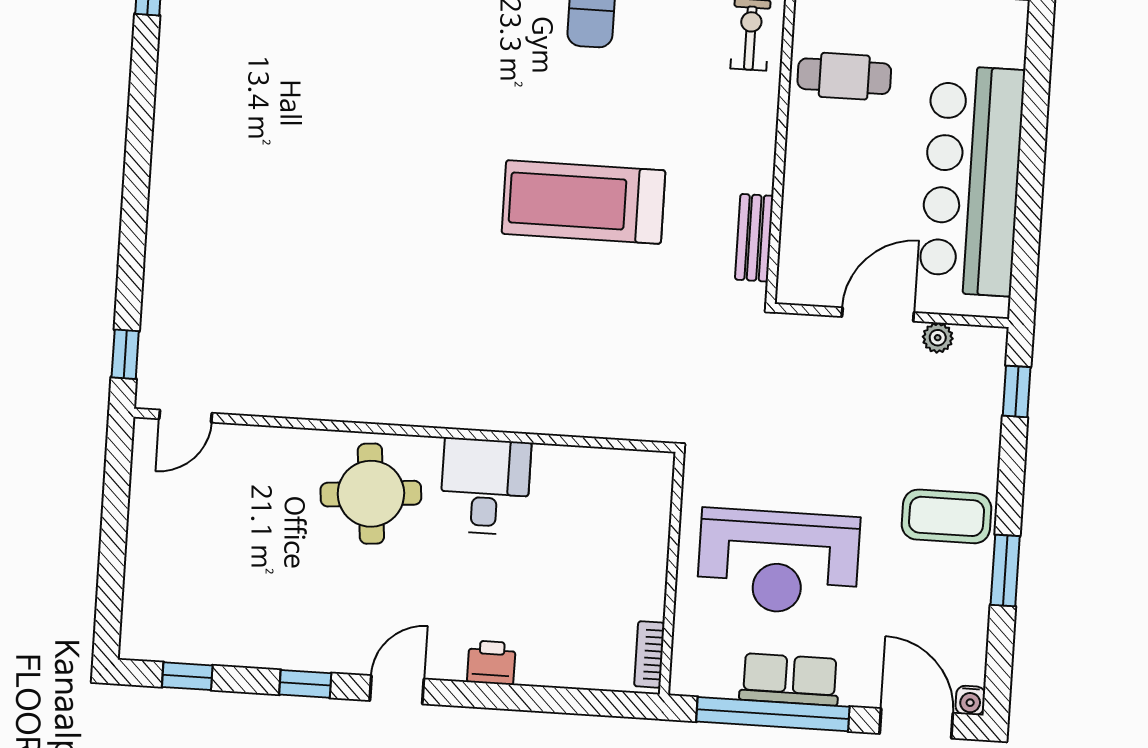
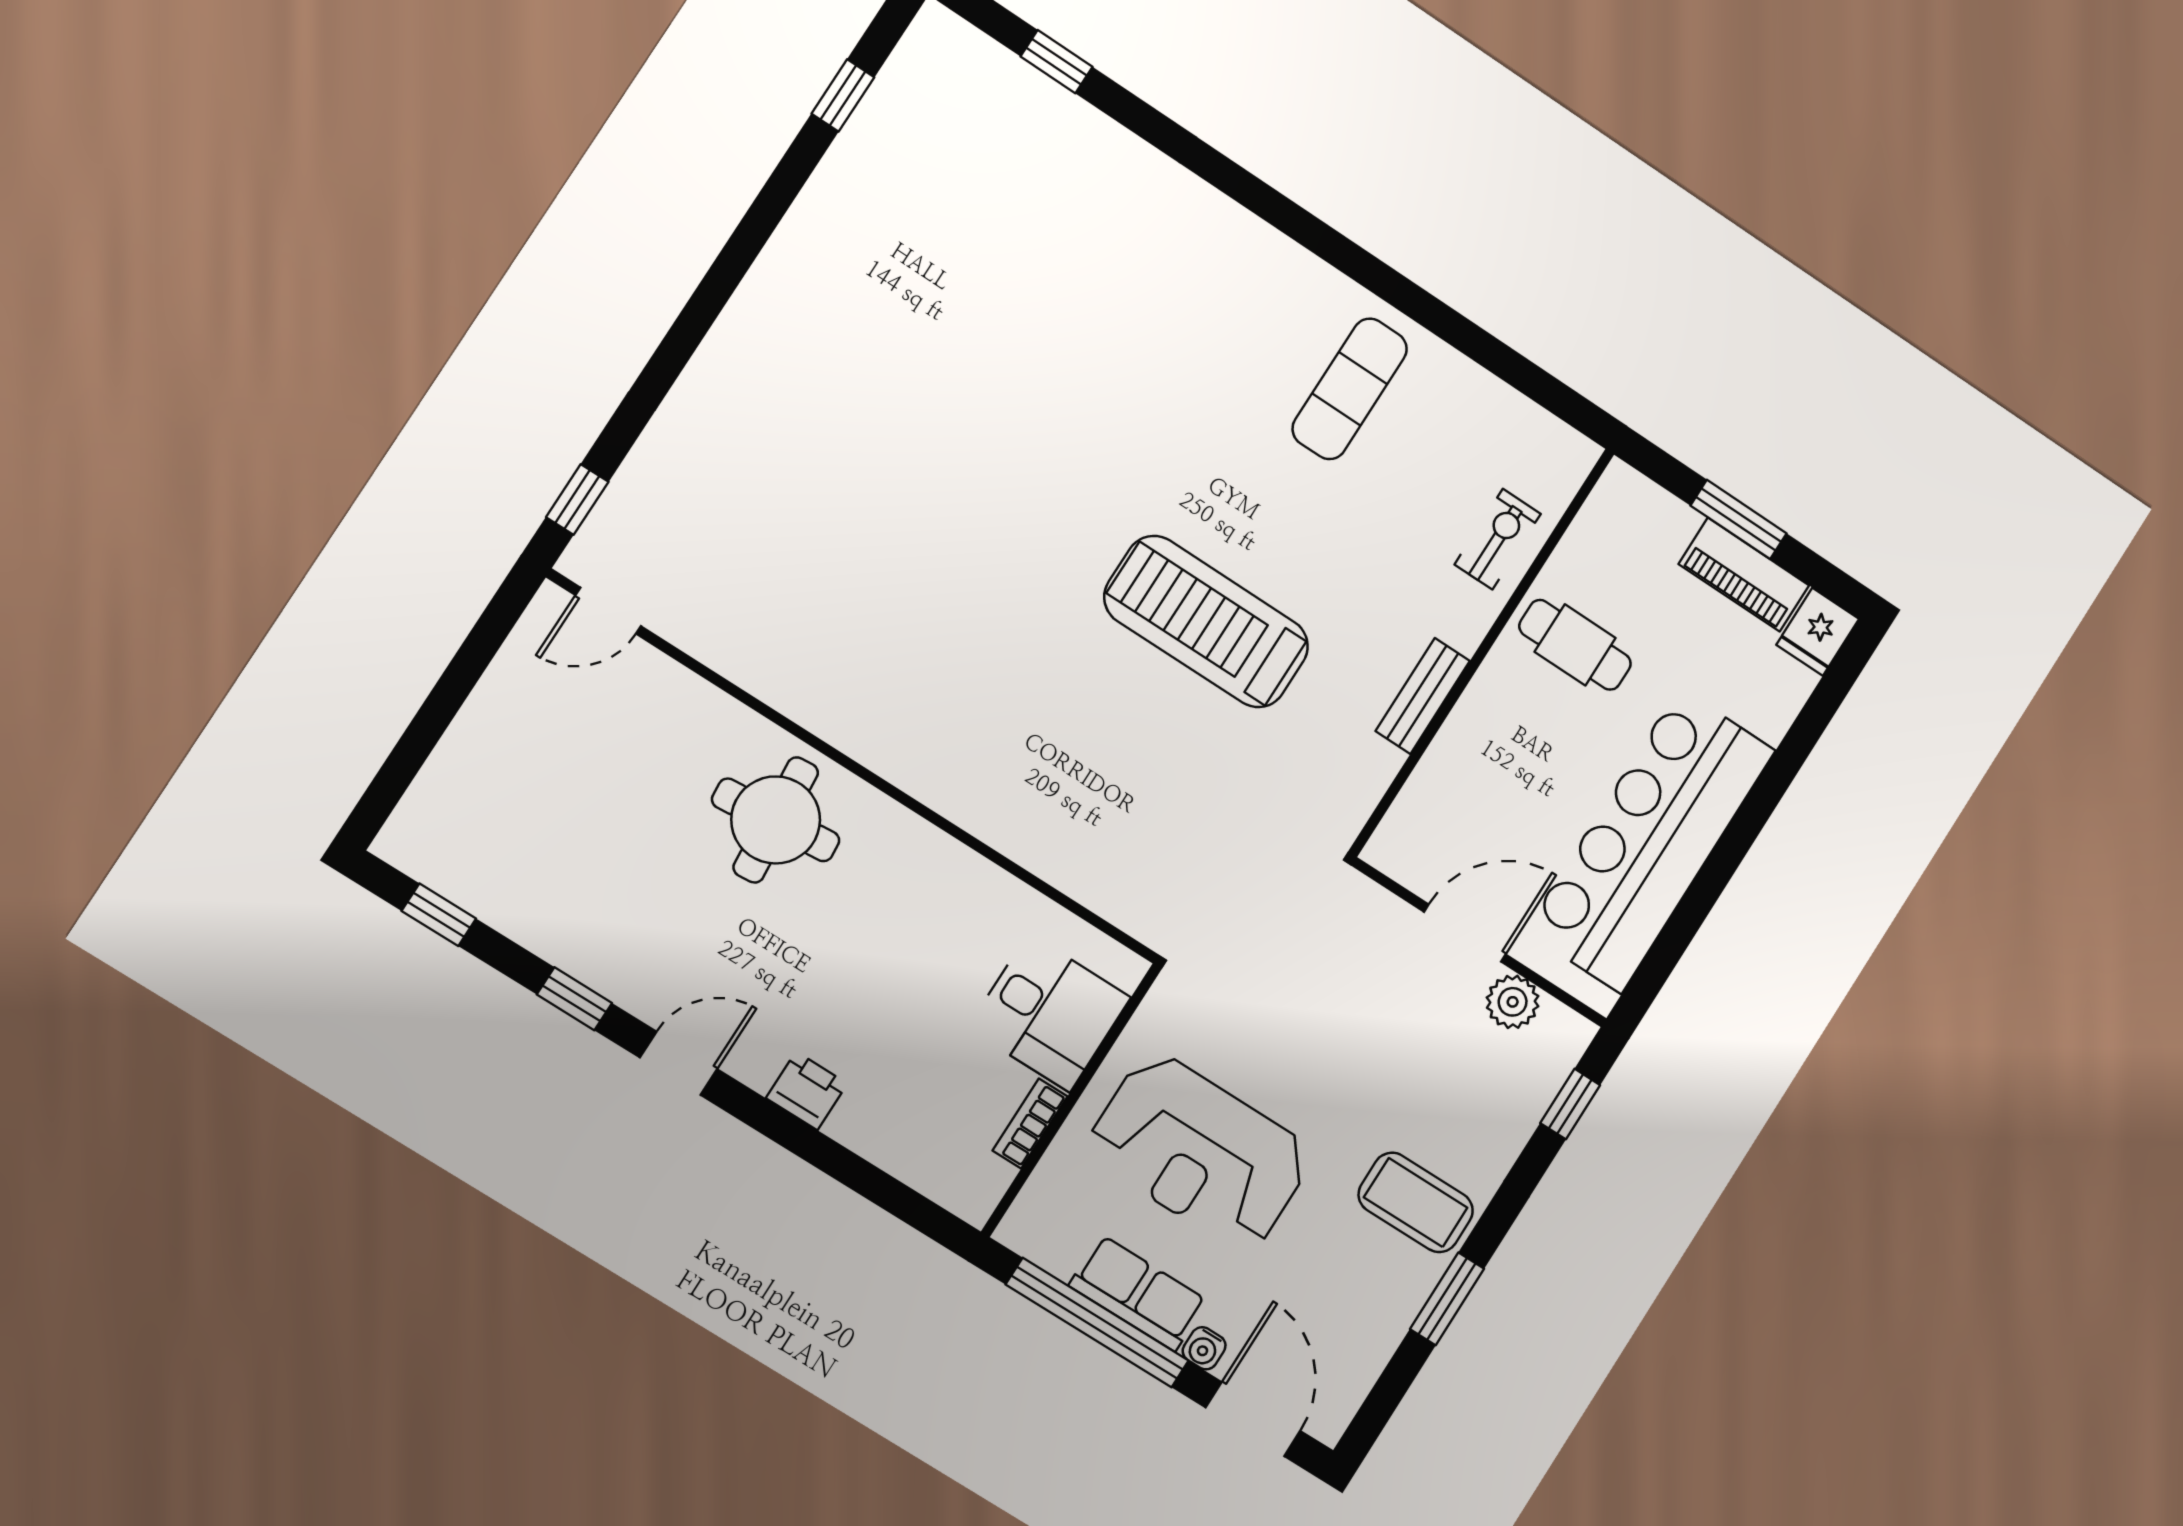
bench: (754, 238) -> (1423, 696), moved
plant: (938, 338) -> (1513, 1002), width x1.38, depth x1.38
desk: (485, 486) -> (1049, 1013), moved, turned 90
bookcase: (649, 654) -> (1030, 1123), moved
water cooler: (970, 700) -> (1204, 1348), moved

